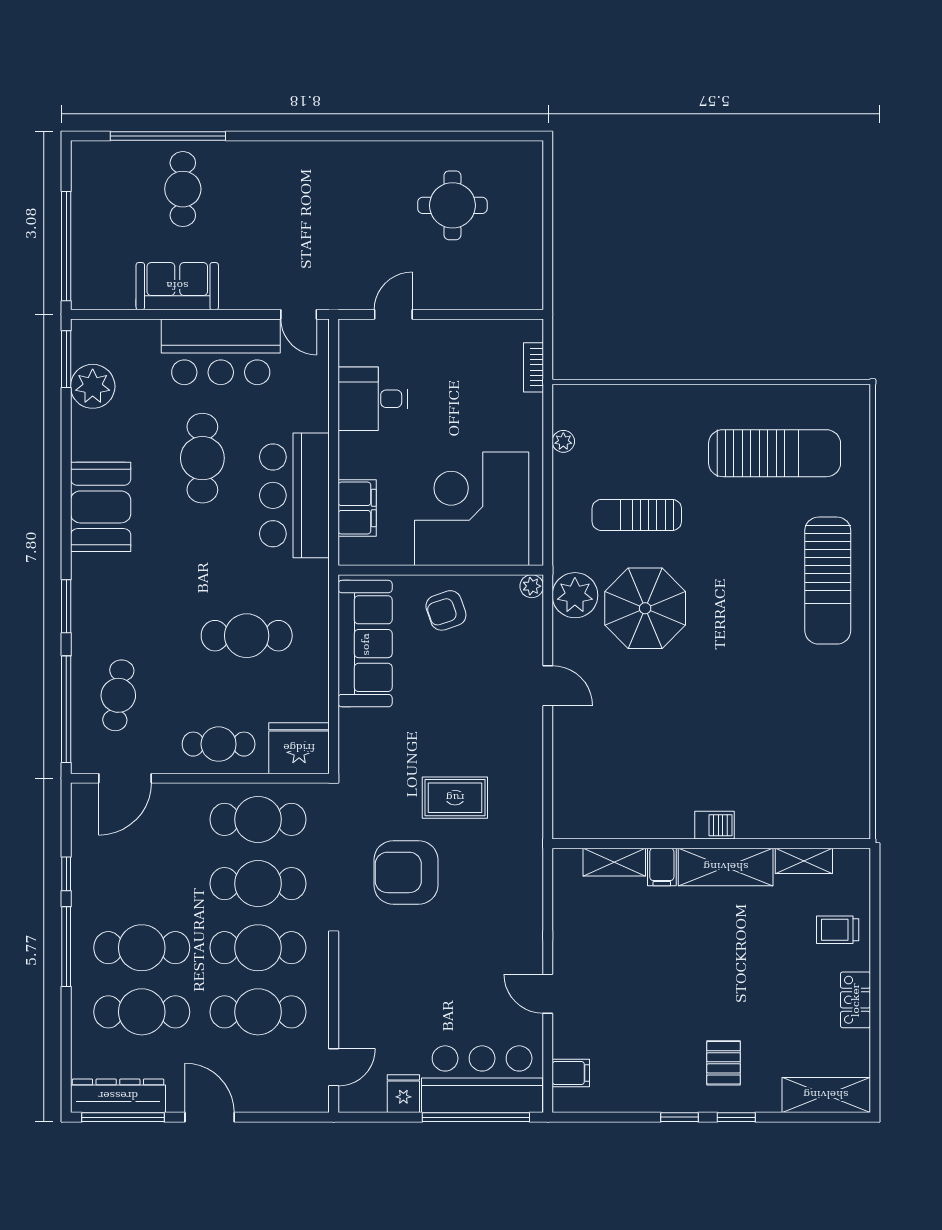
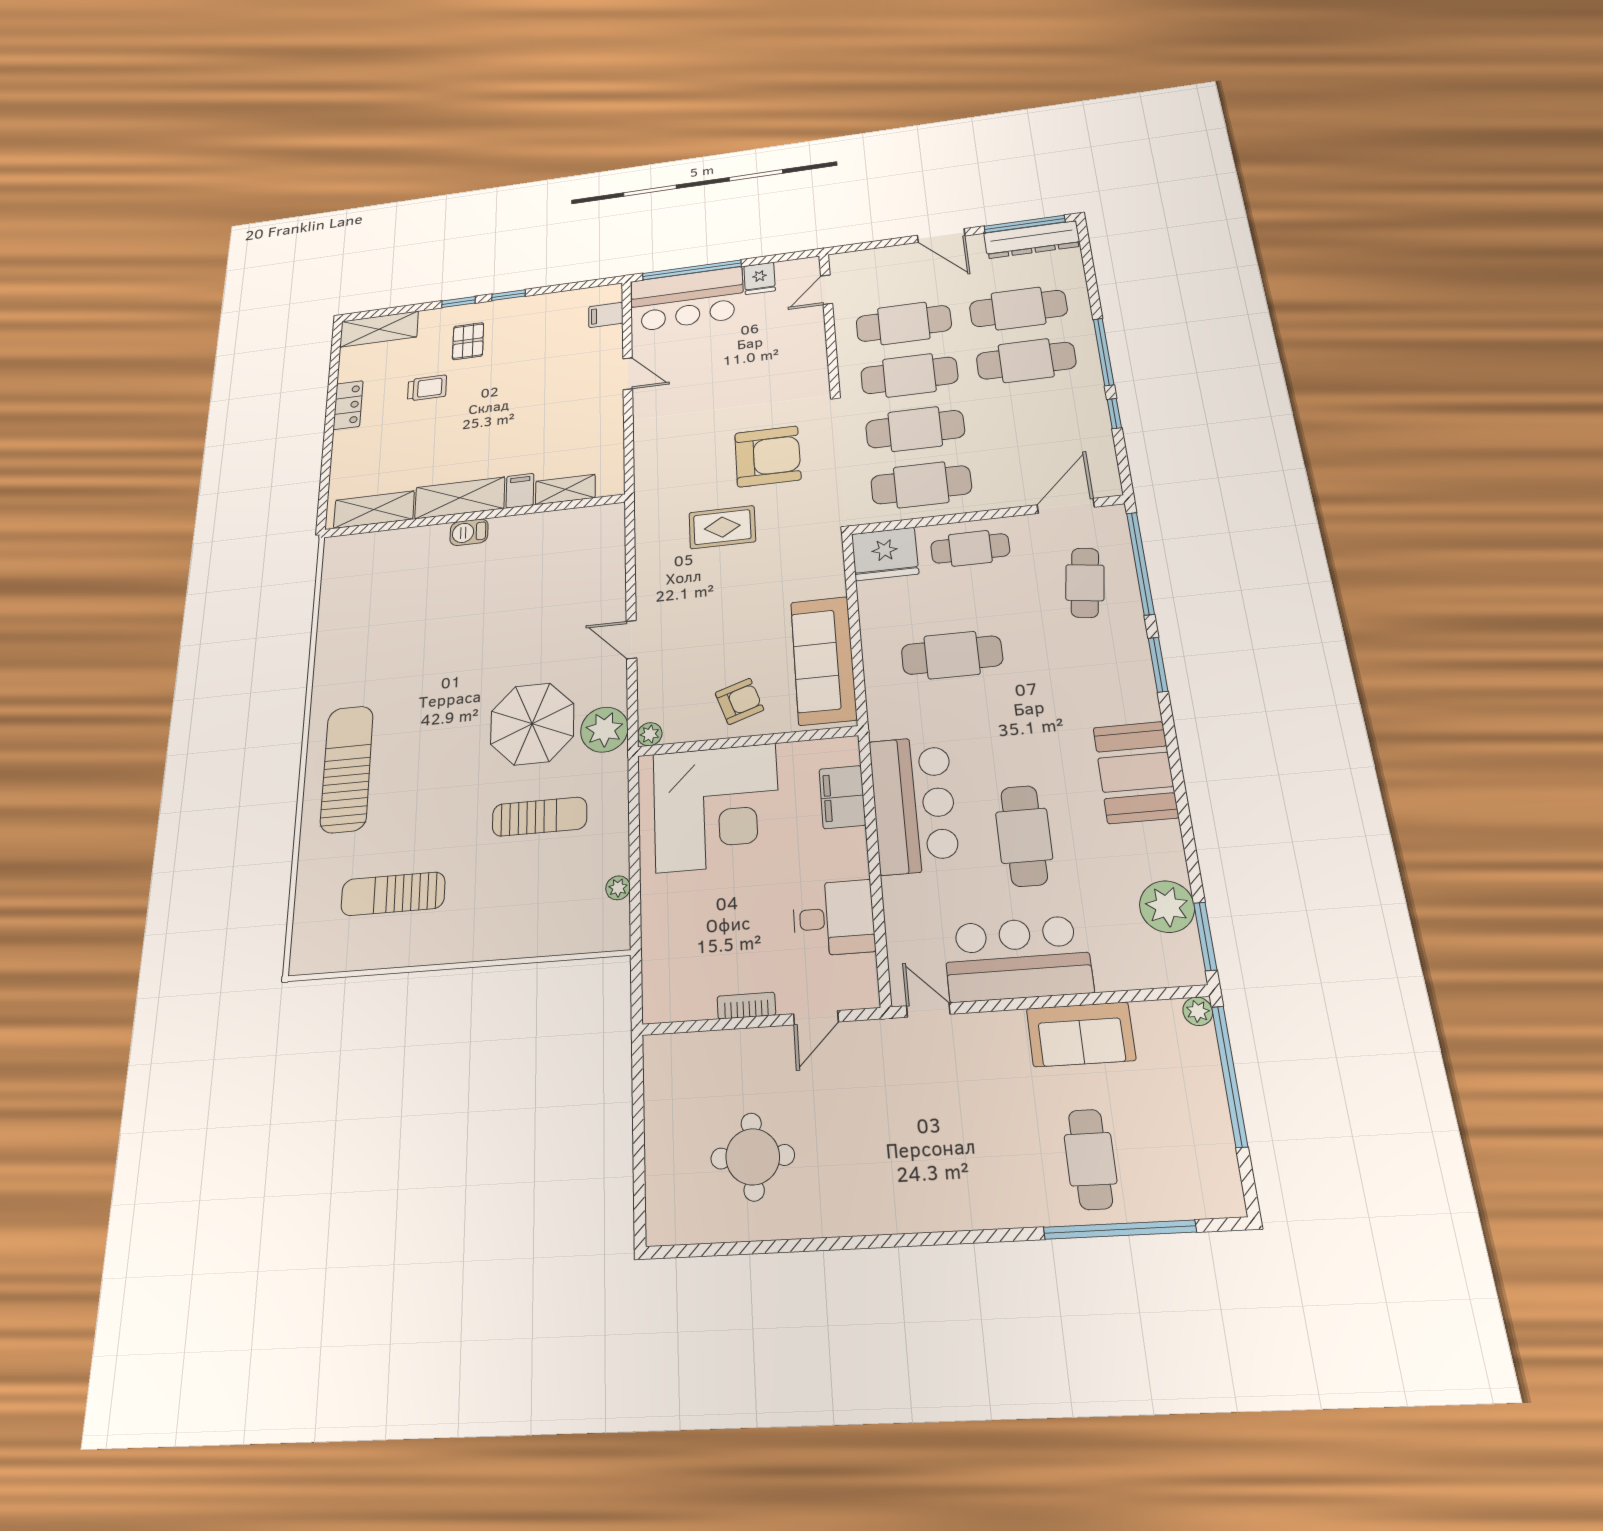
plant: (82, 298) -> (1198, 1011), added
bookcase: (533, 367) -> (746, 1006), moved, turned -90
sun lounger: (775, 453) -> (393, 894), width x0.73, depth x0.75
shelving: (804, 861) -> (374, 510), width x1.50, depth x1.33
trolley: (838, 930) -> (427, 388), moved

